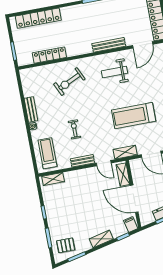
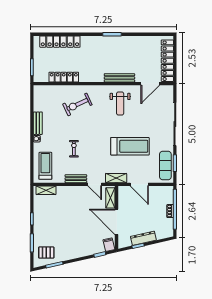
weight bench: (115, 72) -> (120, 103), turned -90
treadmill: (134, 116) -> (130, 146), turned 180
shelving: (101, 239) -> (80, 253), removed

